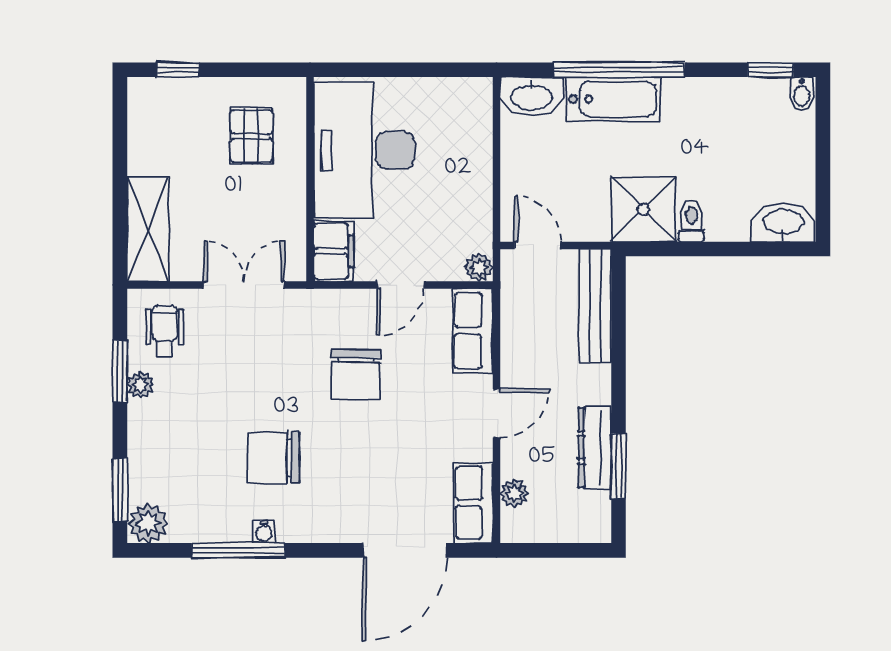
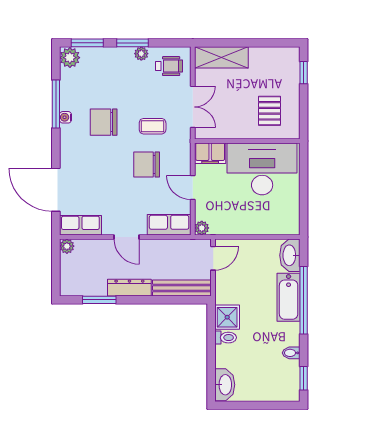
bidet: (802, 94) -> (291, 353), moved
pallet: (251, 136) -> (269, 111), turned 90
shower: (643, 209) -> (227, 317), width x0.73, depth x0.73
coffee table: (281, 363) -> (153, 126), added
window: (120, 371) -> (132, 43), moved
dresser: (595, 447) -> (129, 288), moved
chair: (273, 458) -> (104, 122), turned -90
plant: (514, 493) -> (67, 246), moved

